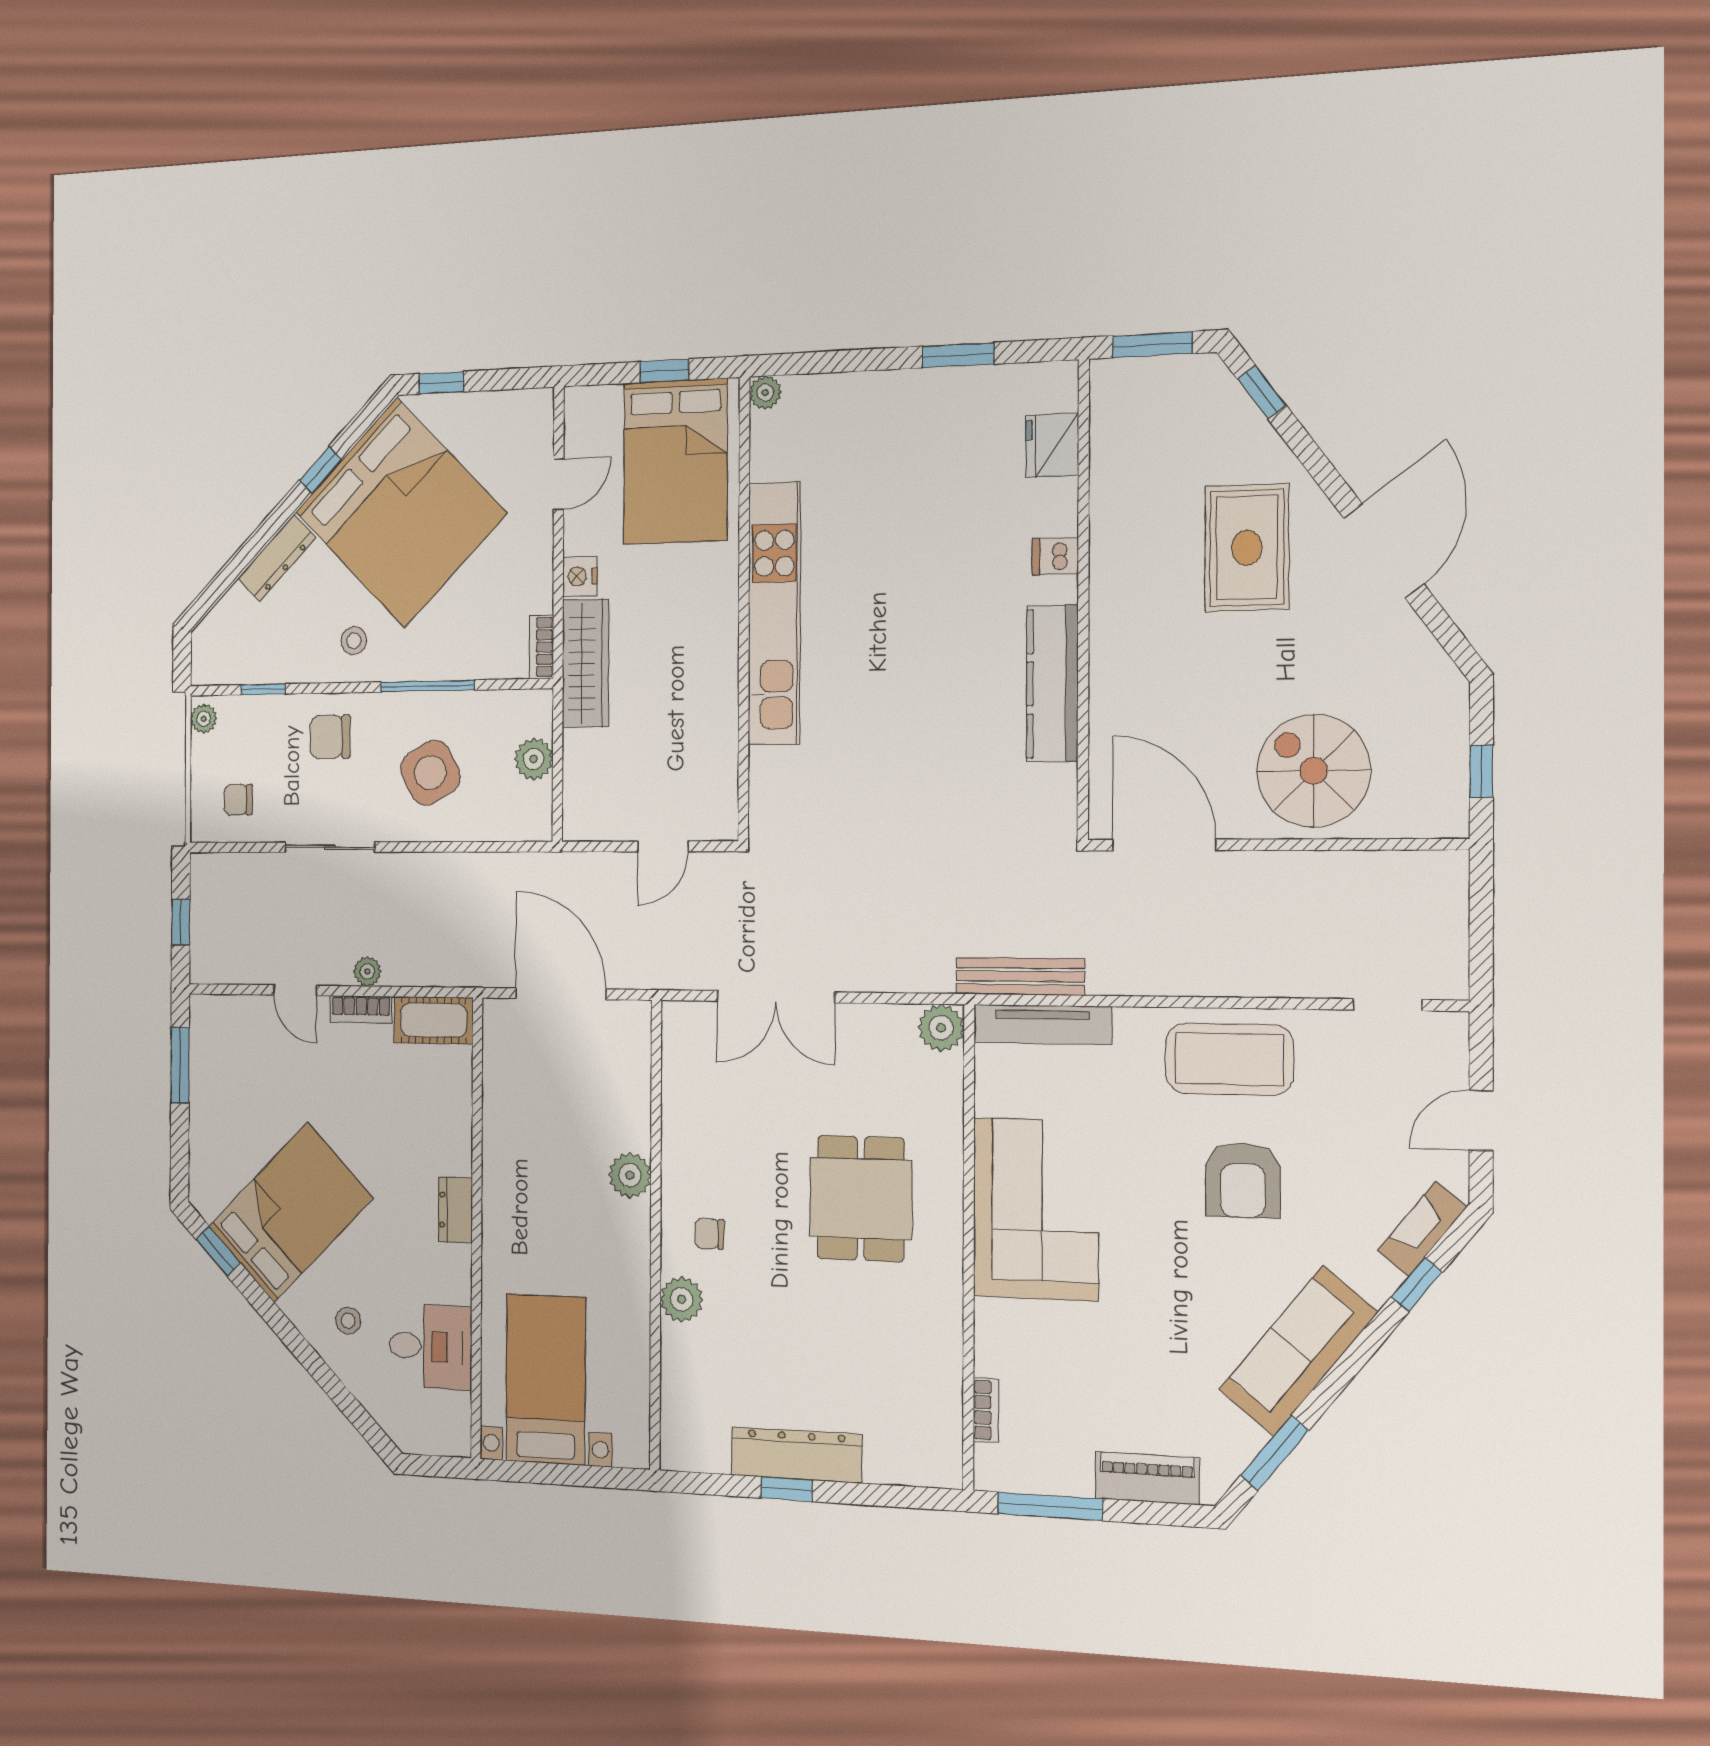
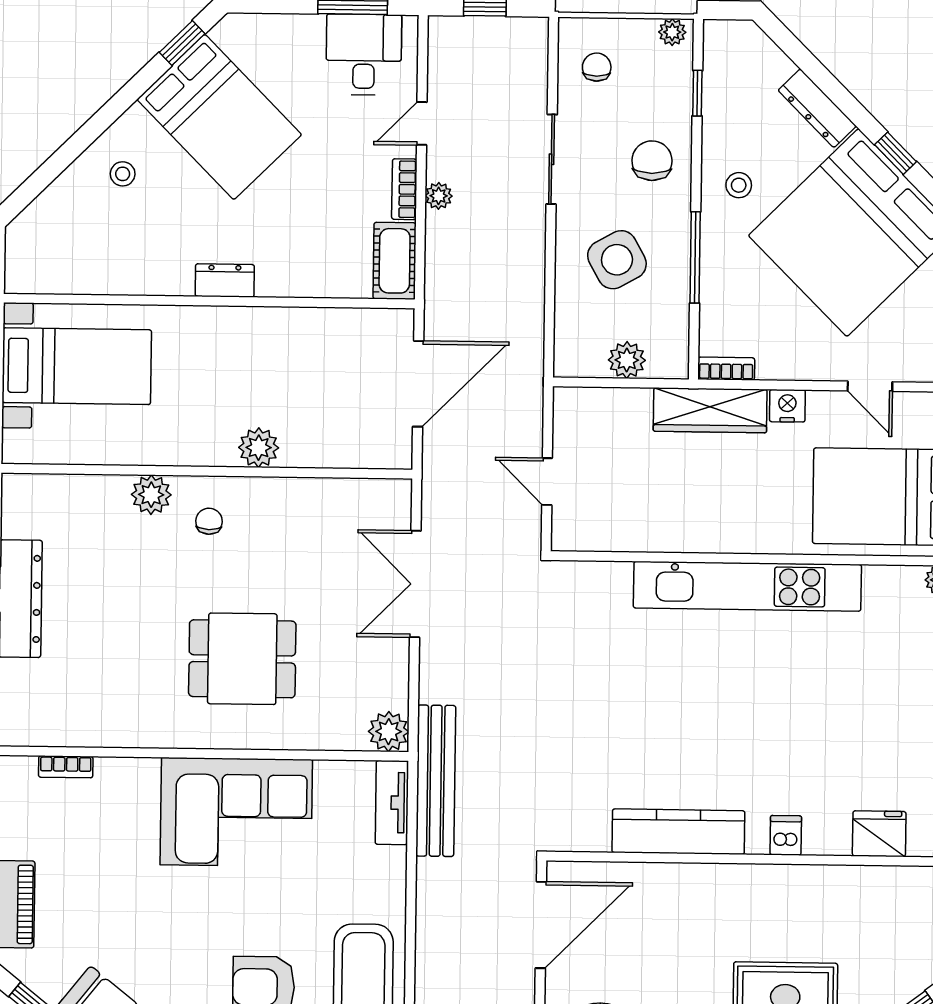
bench: (1020, 976) -> (436, 781), width x1.37, depth x1.21
tv unit: (1042, 1024) -> (392, 803), width x0.71
desk: (430, 1346) -> (364, 55), moved, turned 180

